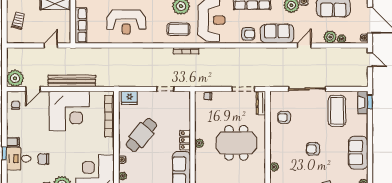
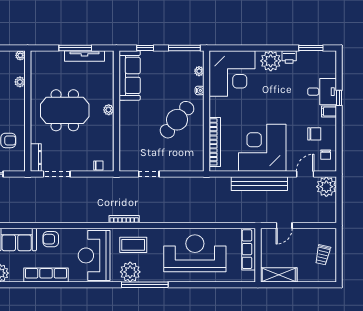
reception desk: (126, 22) -> (195, 253), width x1.36, depth x1.30
fridge: (129, 98) -> (191, 164), removed
locker: (185, 140) -> (125, 114), removed
chair: (43, 159) -> (314, 134), moved

